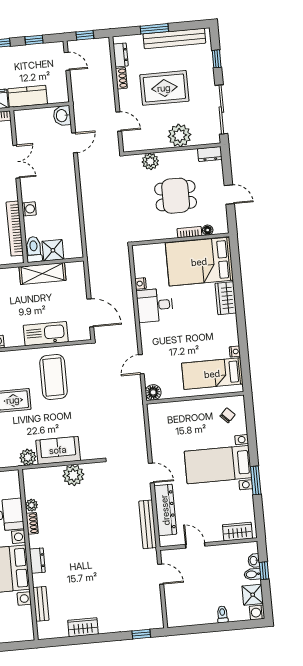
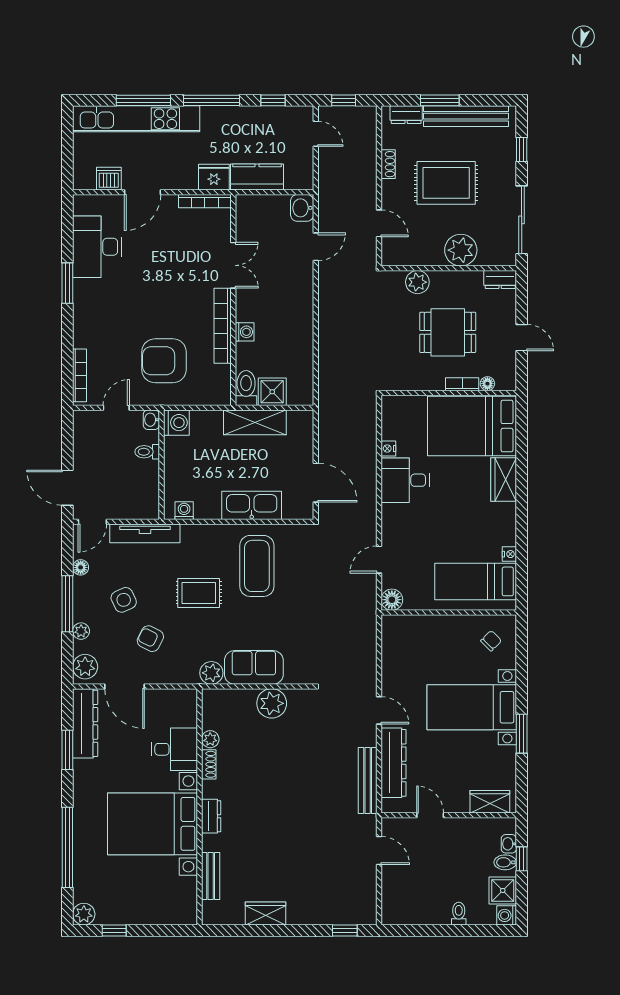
dresser: (121, 55) -> (406, 115), moved, turned 90
bookcase: (15, 229) -> (223, 326), moved

